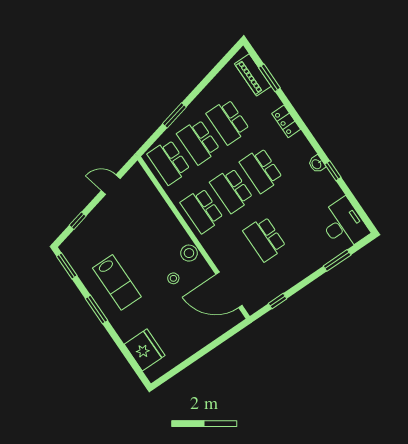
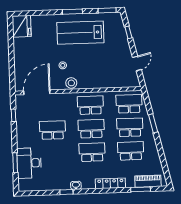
locker: (286, 121) -> (110, 183), width x1.53
desk: (344, 224) -> (29, 163), moved, turned 90
lab bench: (117, 282) -> (80, 33), width x1.36, depth x1.39
fridge: (145, 350) -> (22, 26), moved, turned -90

